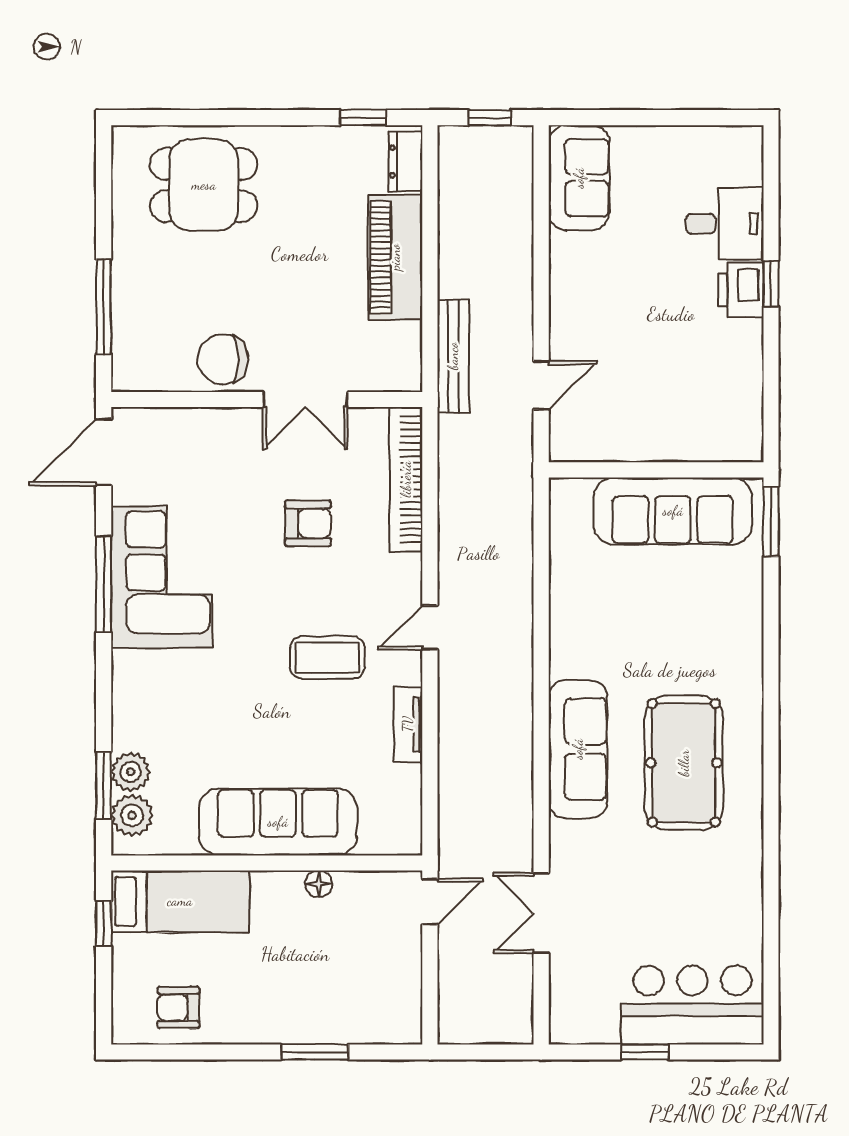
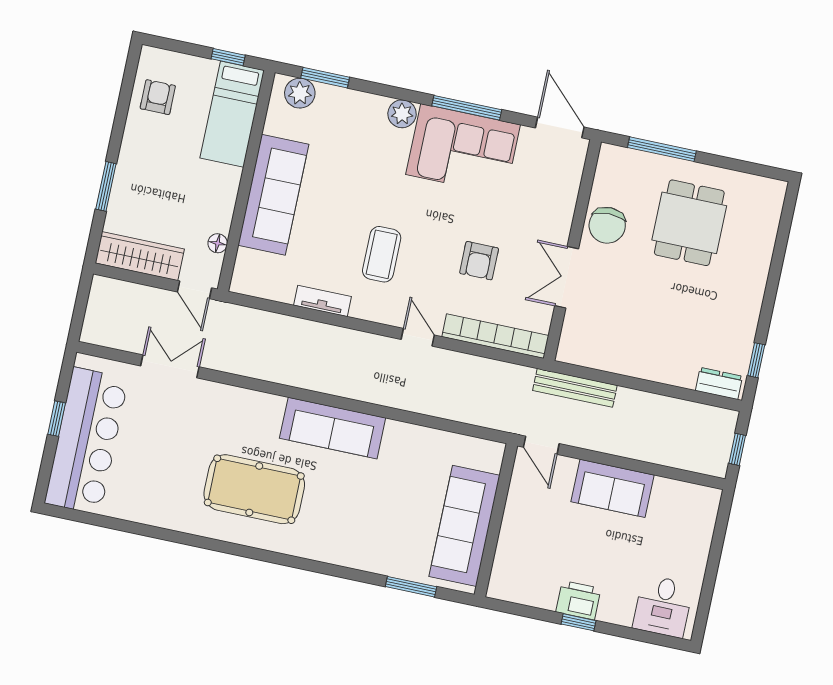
sofa: (579, 178) -> (613, 488), moved
dining table: (204, 185) -> (689, 223), moved
desk: (725, 224) -> (663, 606), moved
piano: (395, 257) -> (653, 362), removed
chair: (223, 359) -> (607, 225), turned 180
wall: (656, 470) -> (496, 520), moved
sofa: (673, 511) -> (464, 526), moved
door: (430, 627) -> (418, 337), moved
sofa: (578, 749) -> (333, 428), moved
plant: (131, 772) -> (402, 114), moved
floor lamp: (319, 884) -> (218, 243), moved
wardrobe: (400, 986) -> (140, 256), added
bar counter: (692, 1005) -> (87, 441), width x1.36

